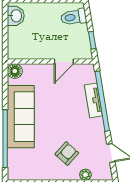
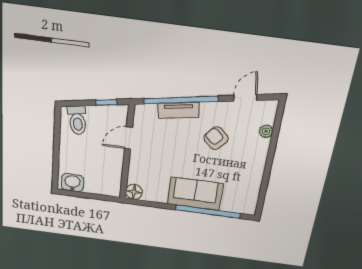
door: (64, 62) -> (129, 138), swing flipped
sofa: (21, 117) -> (195, 194), width x0.73
armchair: (67, 153) -> (216, 138), moved

